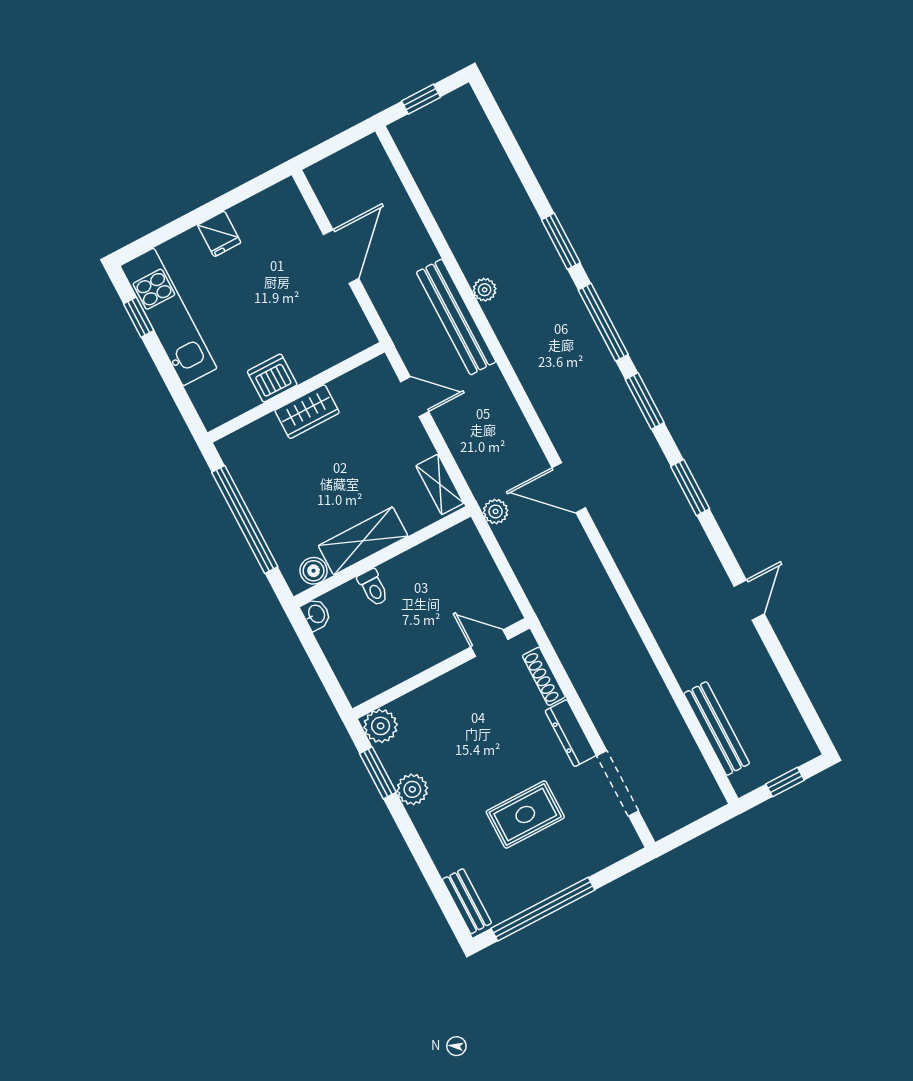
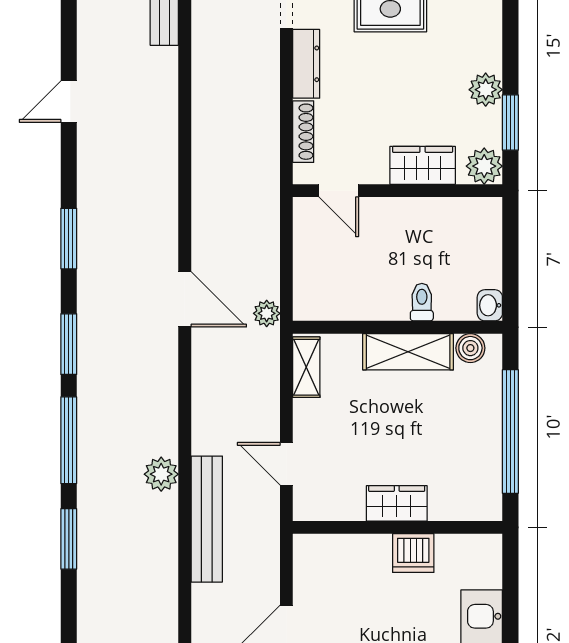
plant: (485, 290) -> (161, 474), moved, width x1.38, depth x1.38
wardrobe: (431, 700) -> (423, 165), added

